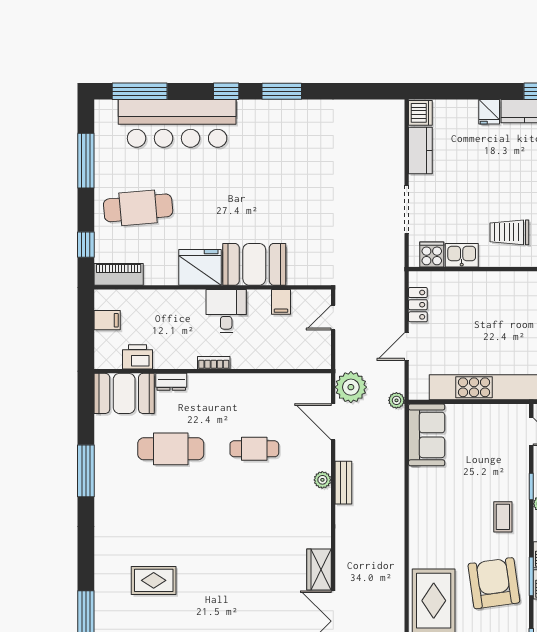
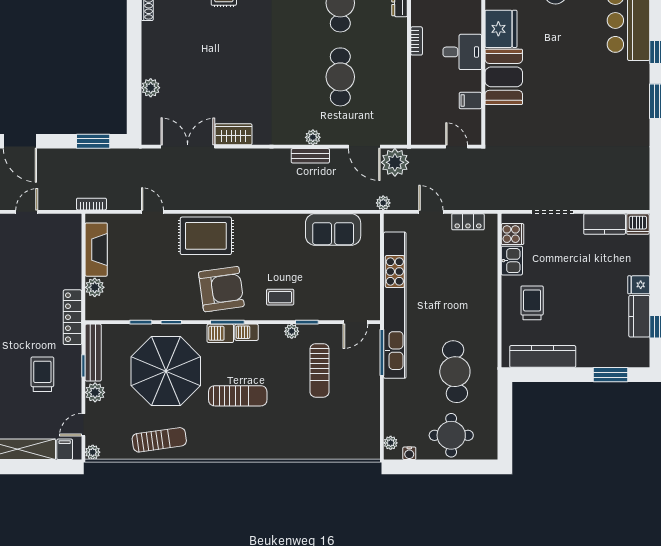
door: (333, 422) -> (364, 147), swing flipped
sofa: (427, 435) -> (333, 230), moved
cafe table: (254, 449) -> (340, 77), width x1.37, depth x1.35

